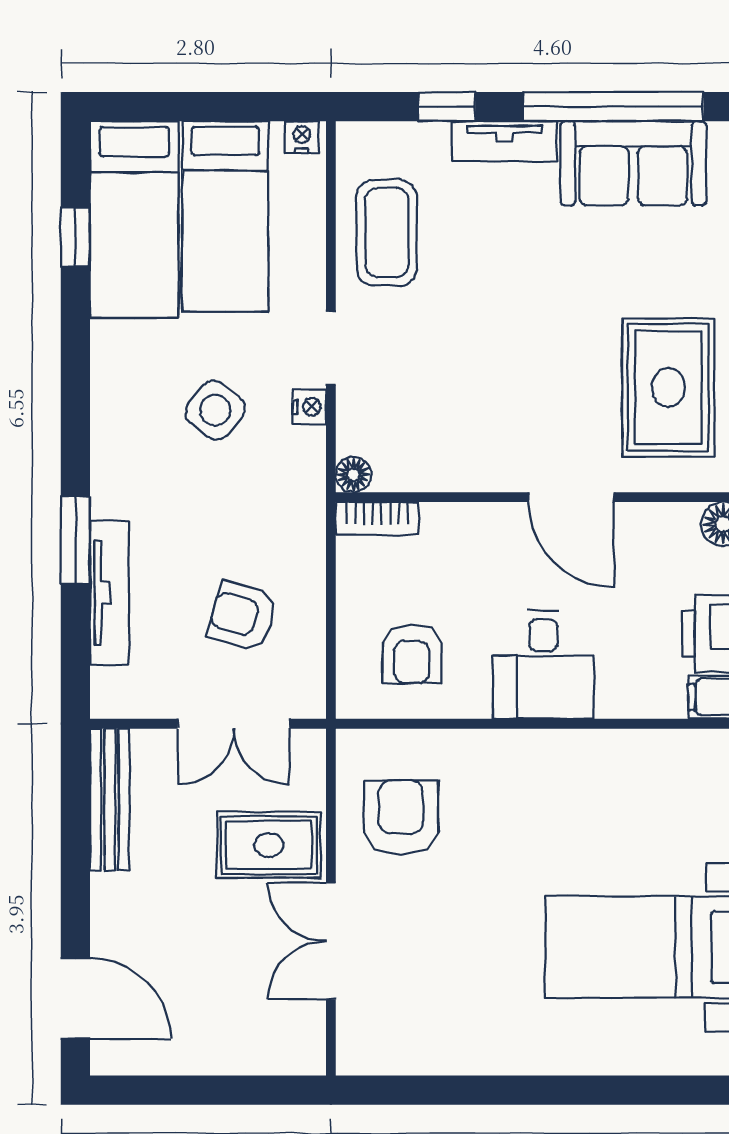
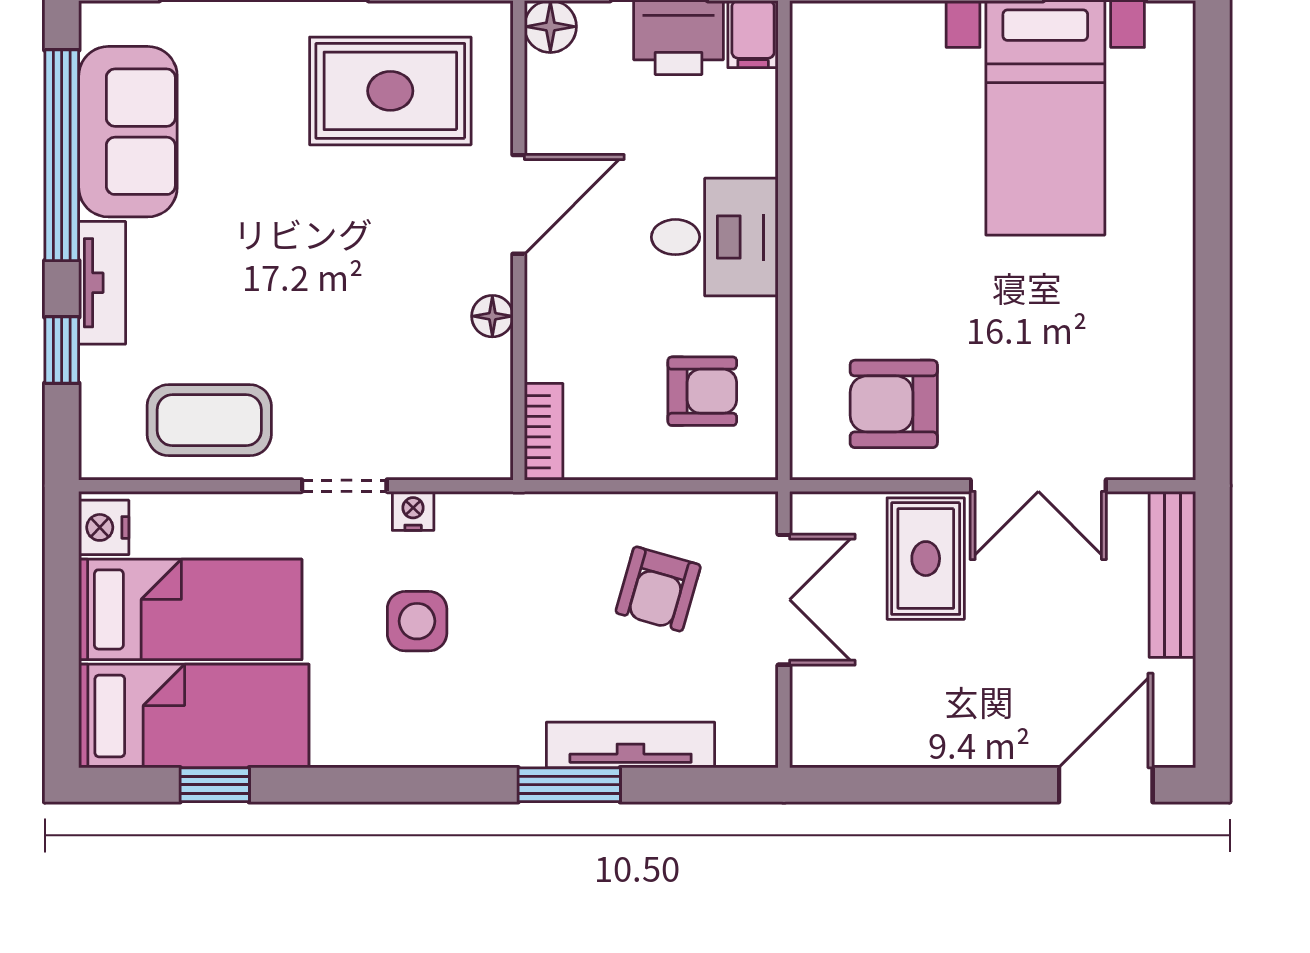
nightstand: (302, 137) -> (104, 527), width x1.39, depth x1.35
side table: (215, 410) -> (417, 621), turned -38
floor lamp: (353, 475) -> (492, 316), moved
bench: (110, 799) -> (1172, 574), moved, turned 90

